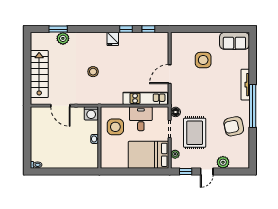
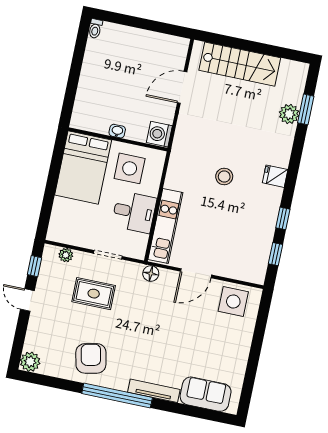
fridge: (113, 39) -> (275, 176), moved
sofa: (234, 41) -> (206, 394), moved, turned 90
side table: (203, 60) -> (233, 301), moved
stool: (93, 72) -> (224, 177), moved
door: (170, 74) -> (196, 273), swing flipped
floor lamp: (176, 112) -> (151, 274), moved
rug: (195, 133) -> (94, 294), width x0.73, depth x0.70
bed: (148, 155) -> (83, 168), moved, turned 180
plant: (223, 162) -> (30, 362), moved

